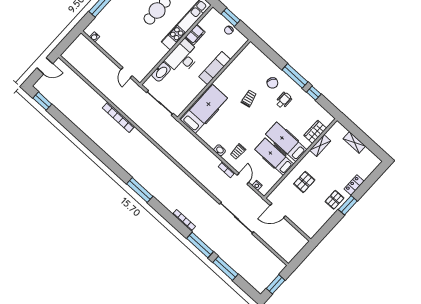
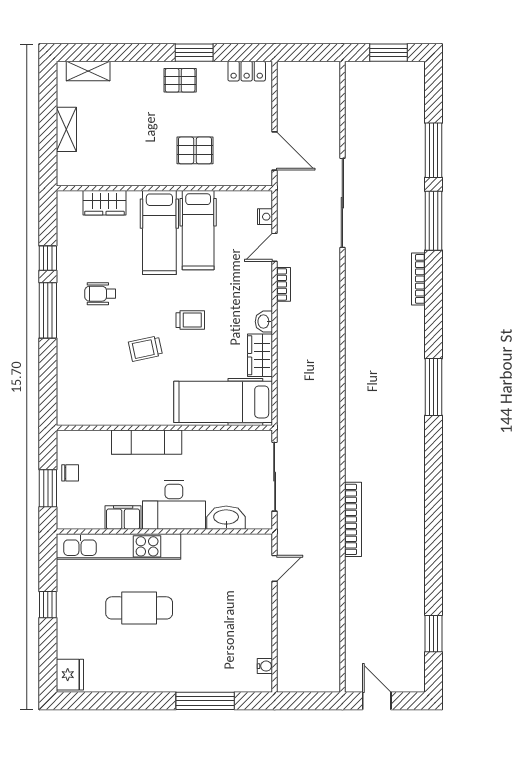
chair: (272, 83) -> (90, 335), removed
window: (42, 101) -> (433, 634), moved
wardrobe: (209, 138) -> (260, 355), added
shelving: (320, 146) -> (88, 71), moved
trolley: (238, 152) -> (190, 320), moved
locker: (354, 185) -> (247, 71), moved
window: (348, 205) -> (194, 53), moved

